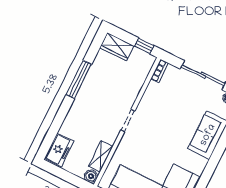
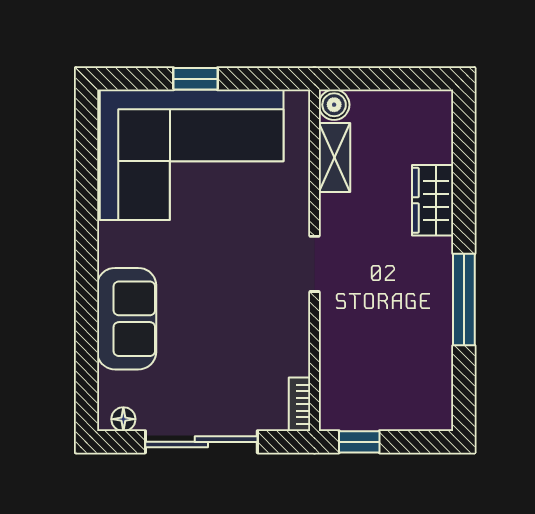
wardrobe: (117, 47) -> (433, 200), moved, turned -90
freezer: (59, 150) -> (431, 127), removed

